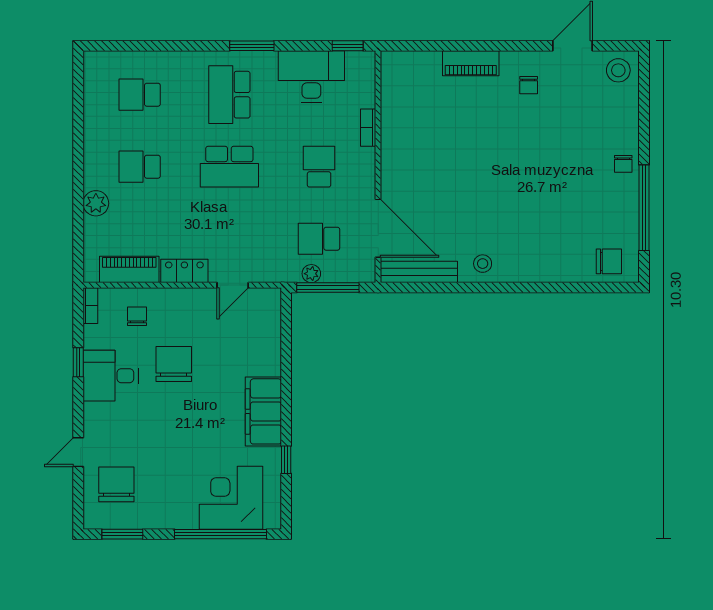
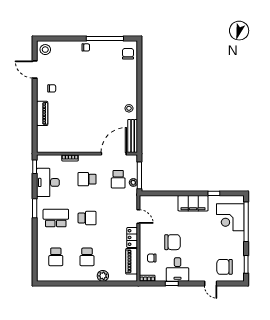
school desk: (229, 95) -> (56, 218), turned 180
school desk: (229, 167) -> (87, 218), width x0.54
chair: (174, 364) -> (172, 242), turned 180

